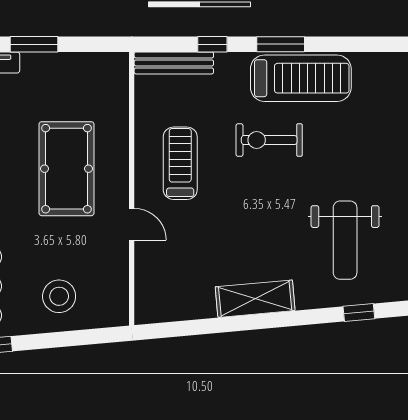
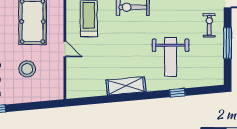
stool: (59, 296) -> (27, 69), moved

